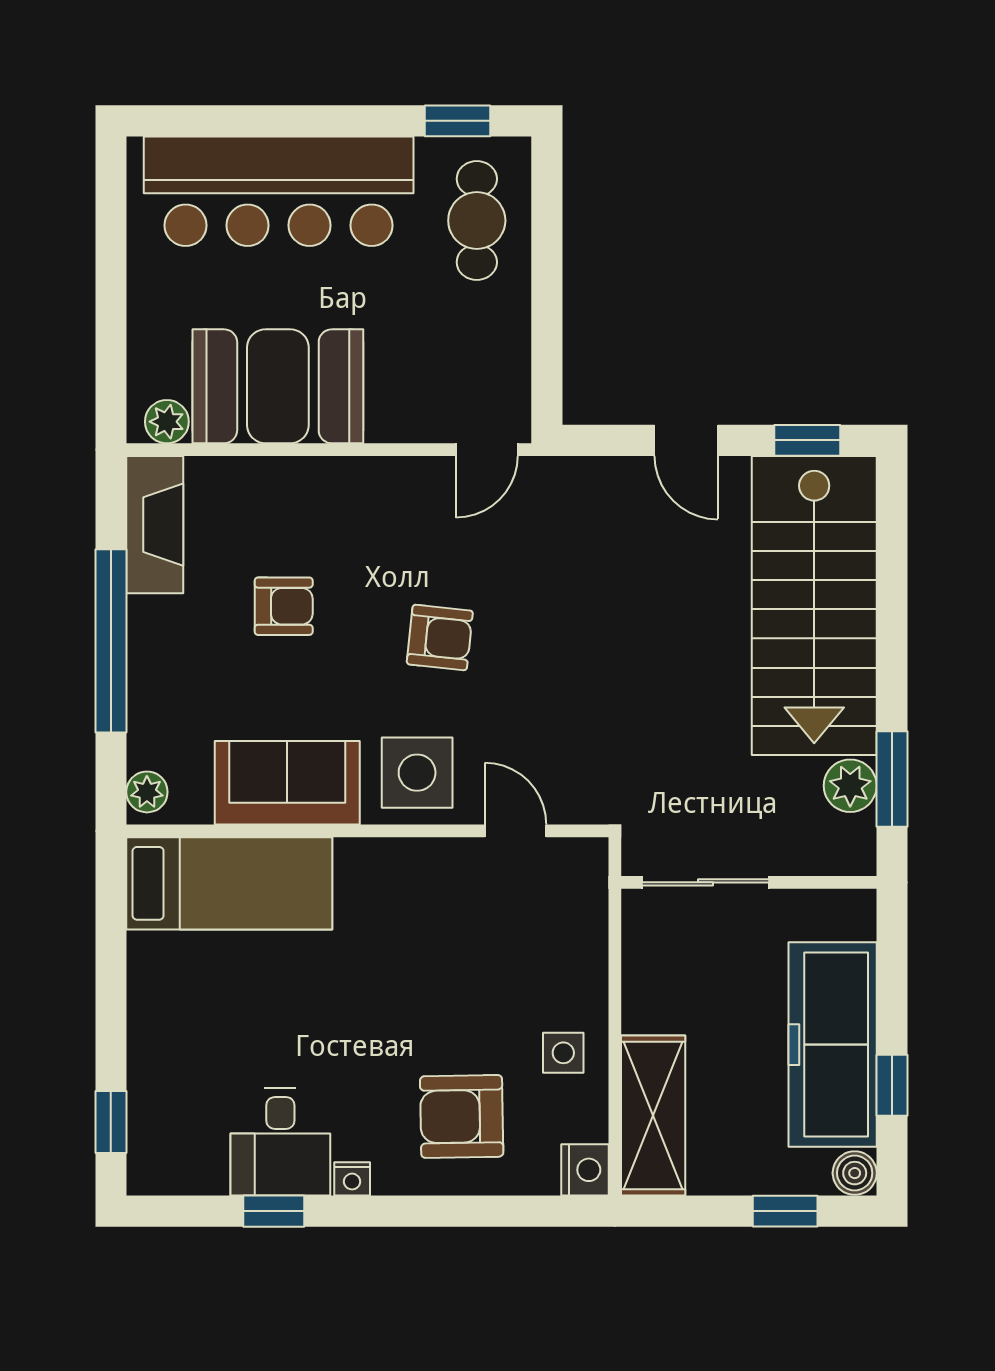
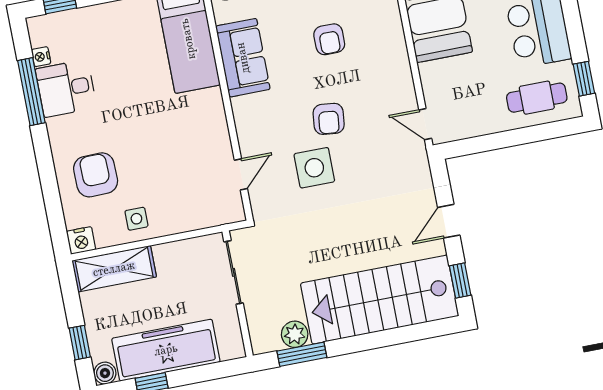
side table: (417, 773) -> (314, 168), moved
nightstand: (352, 1179) -> (41, 57), moved
window: (274, 1211) -> (31, 92), width x2.17

